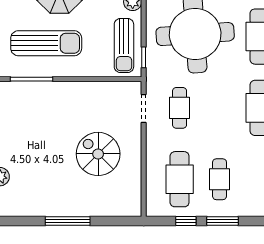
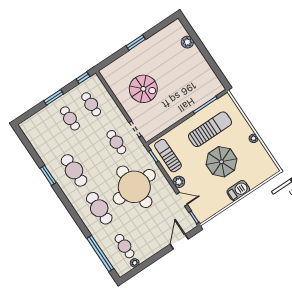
sun lounger: (46, 43) -> (210, 129), turned 180
cafe table: (180, 179) -> (91, 104), width x0.73, depth x0.74
window: (68, 221) -> (136, 43), width x0.69
window: (186, 221) -> (83, 78), moved

